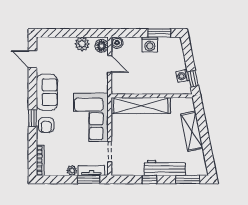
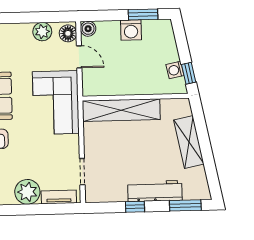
corner sofa: (91, 117) -> (56, 103), moved
plant: (72, 171) -> (27, 192), width x1.88, depth x1.88
window: (89, 180) -> (55, 209), removed

